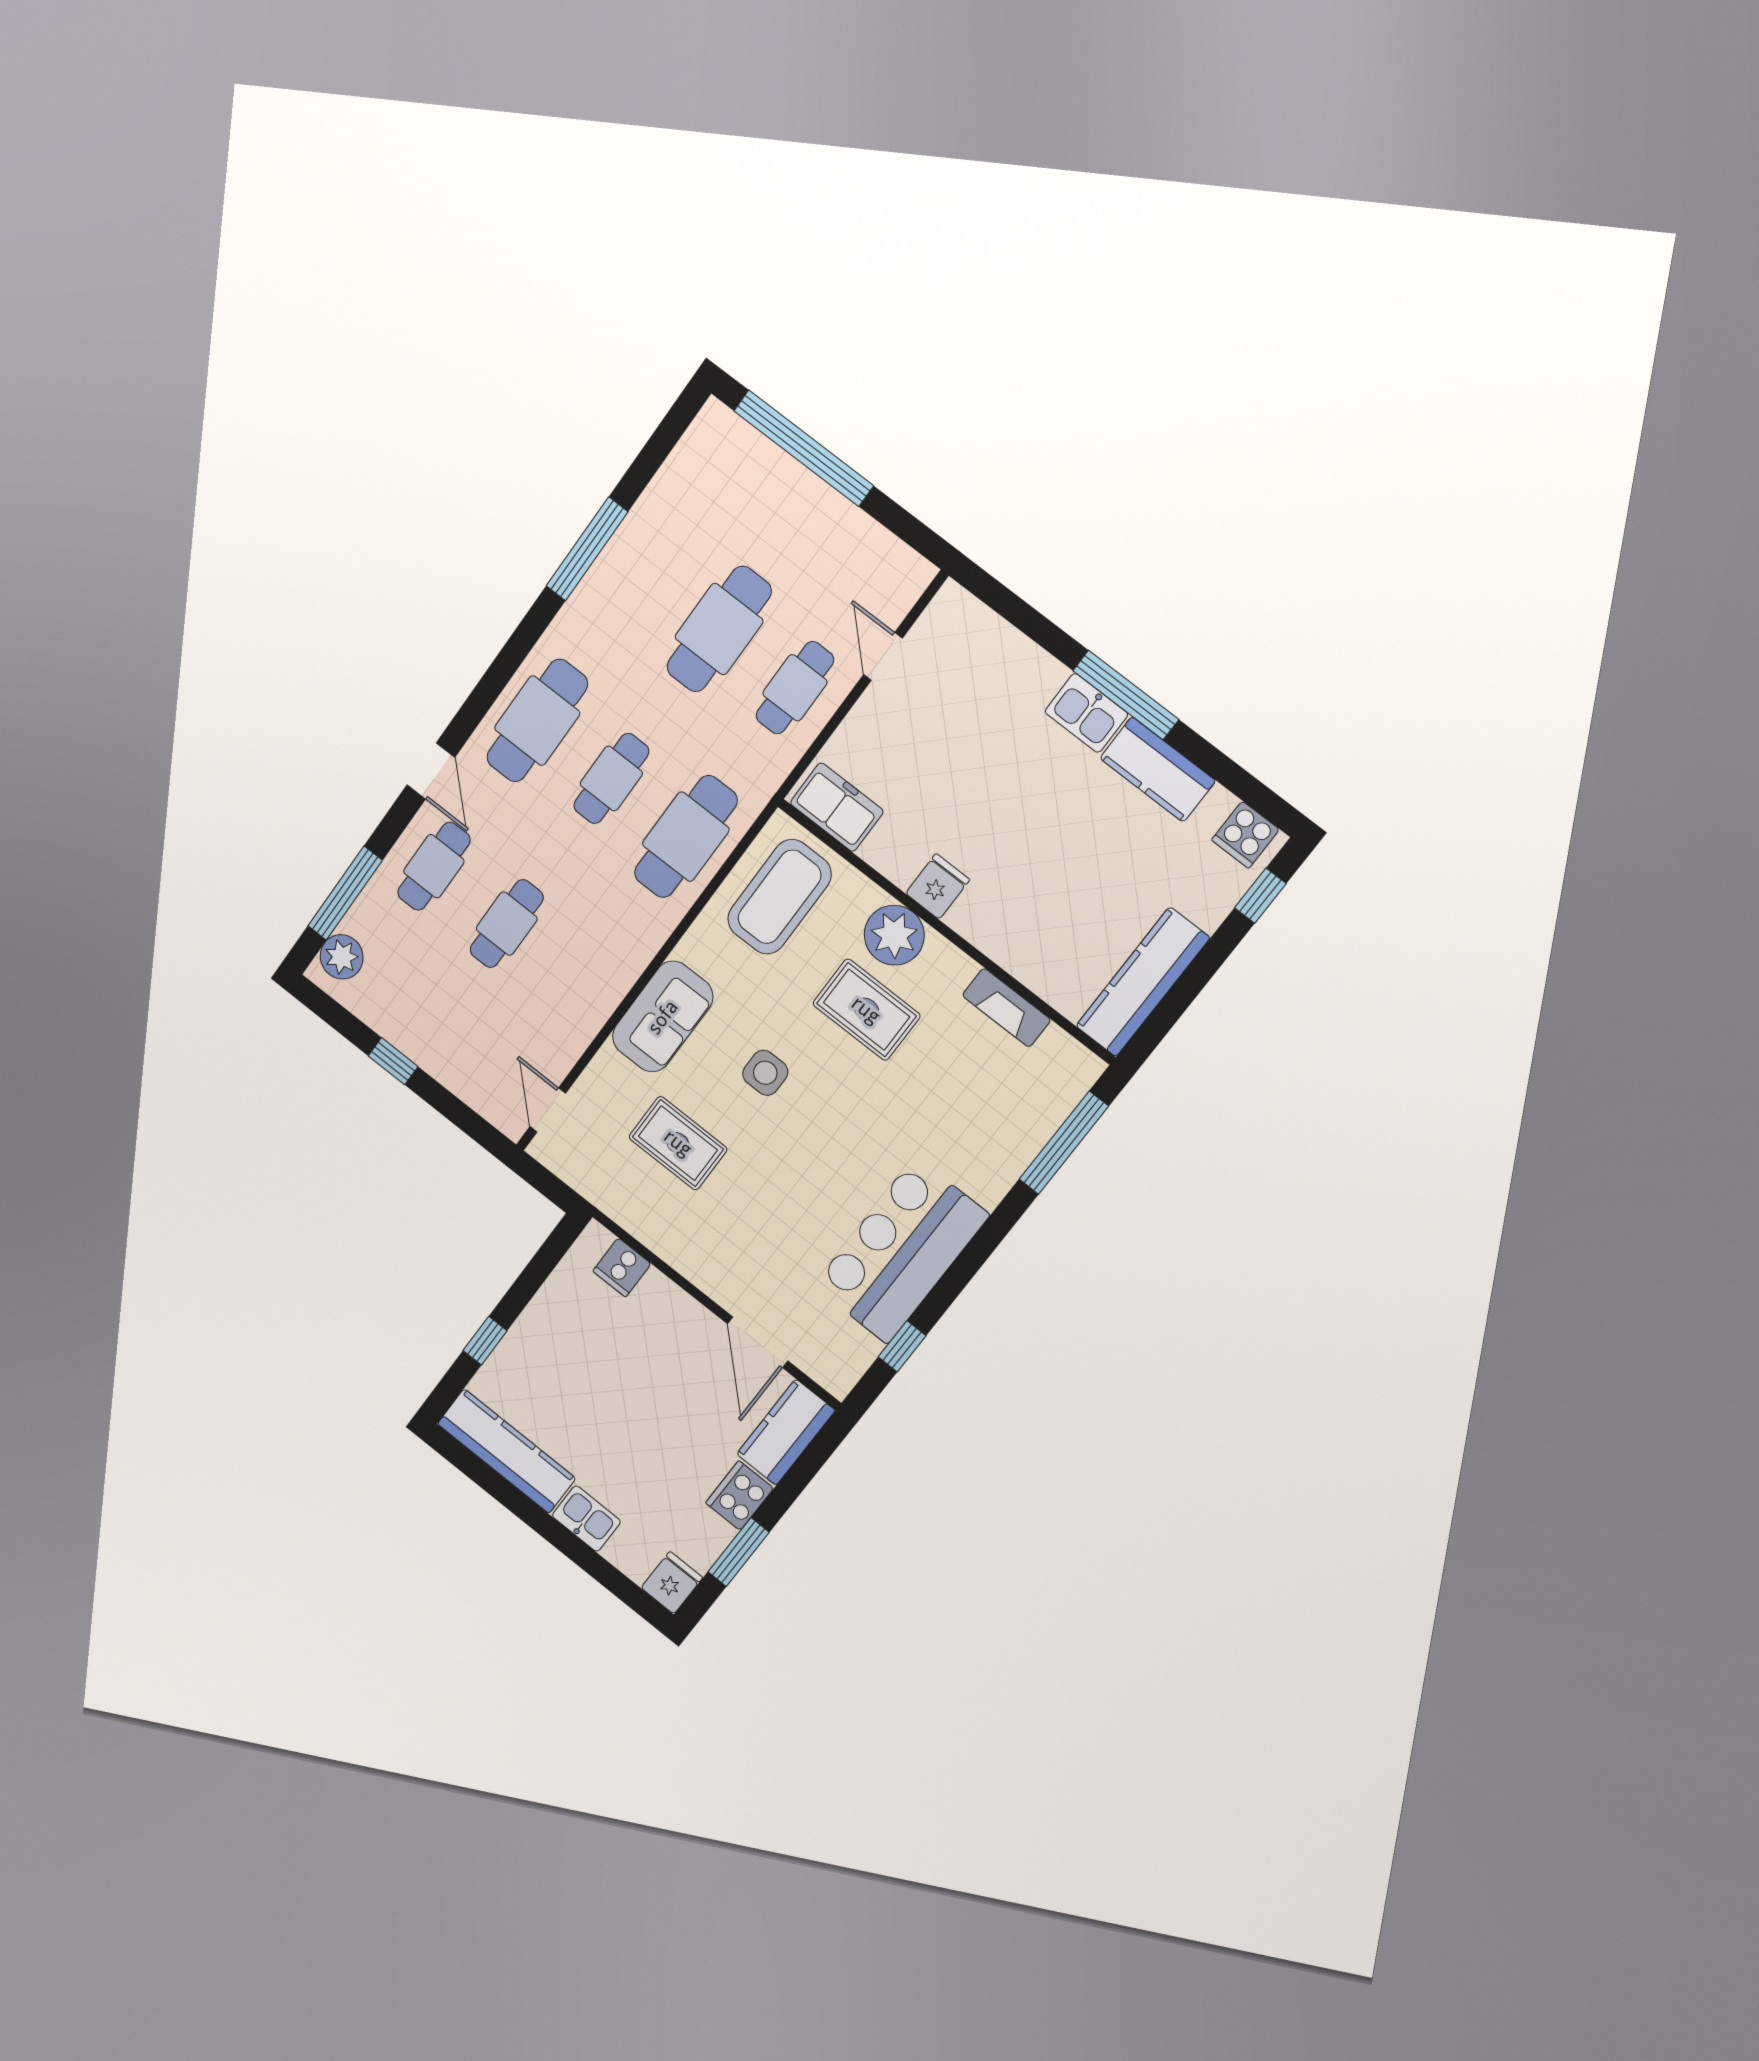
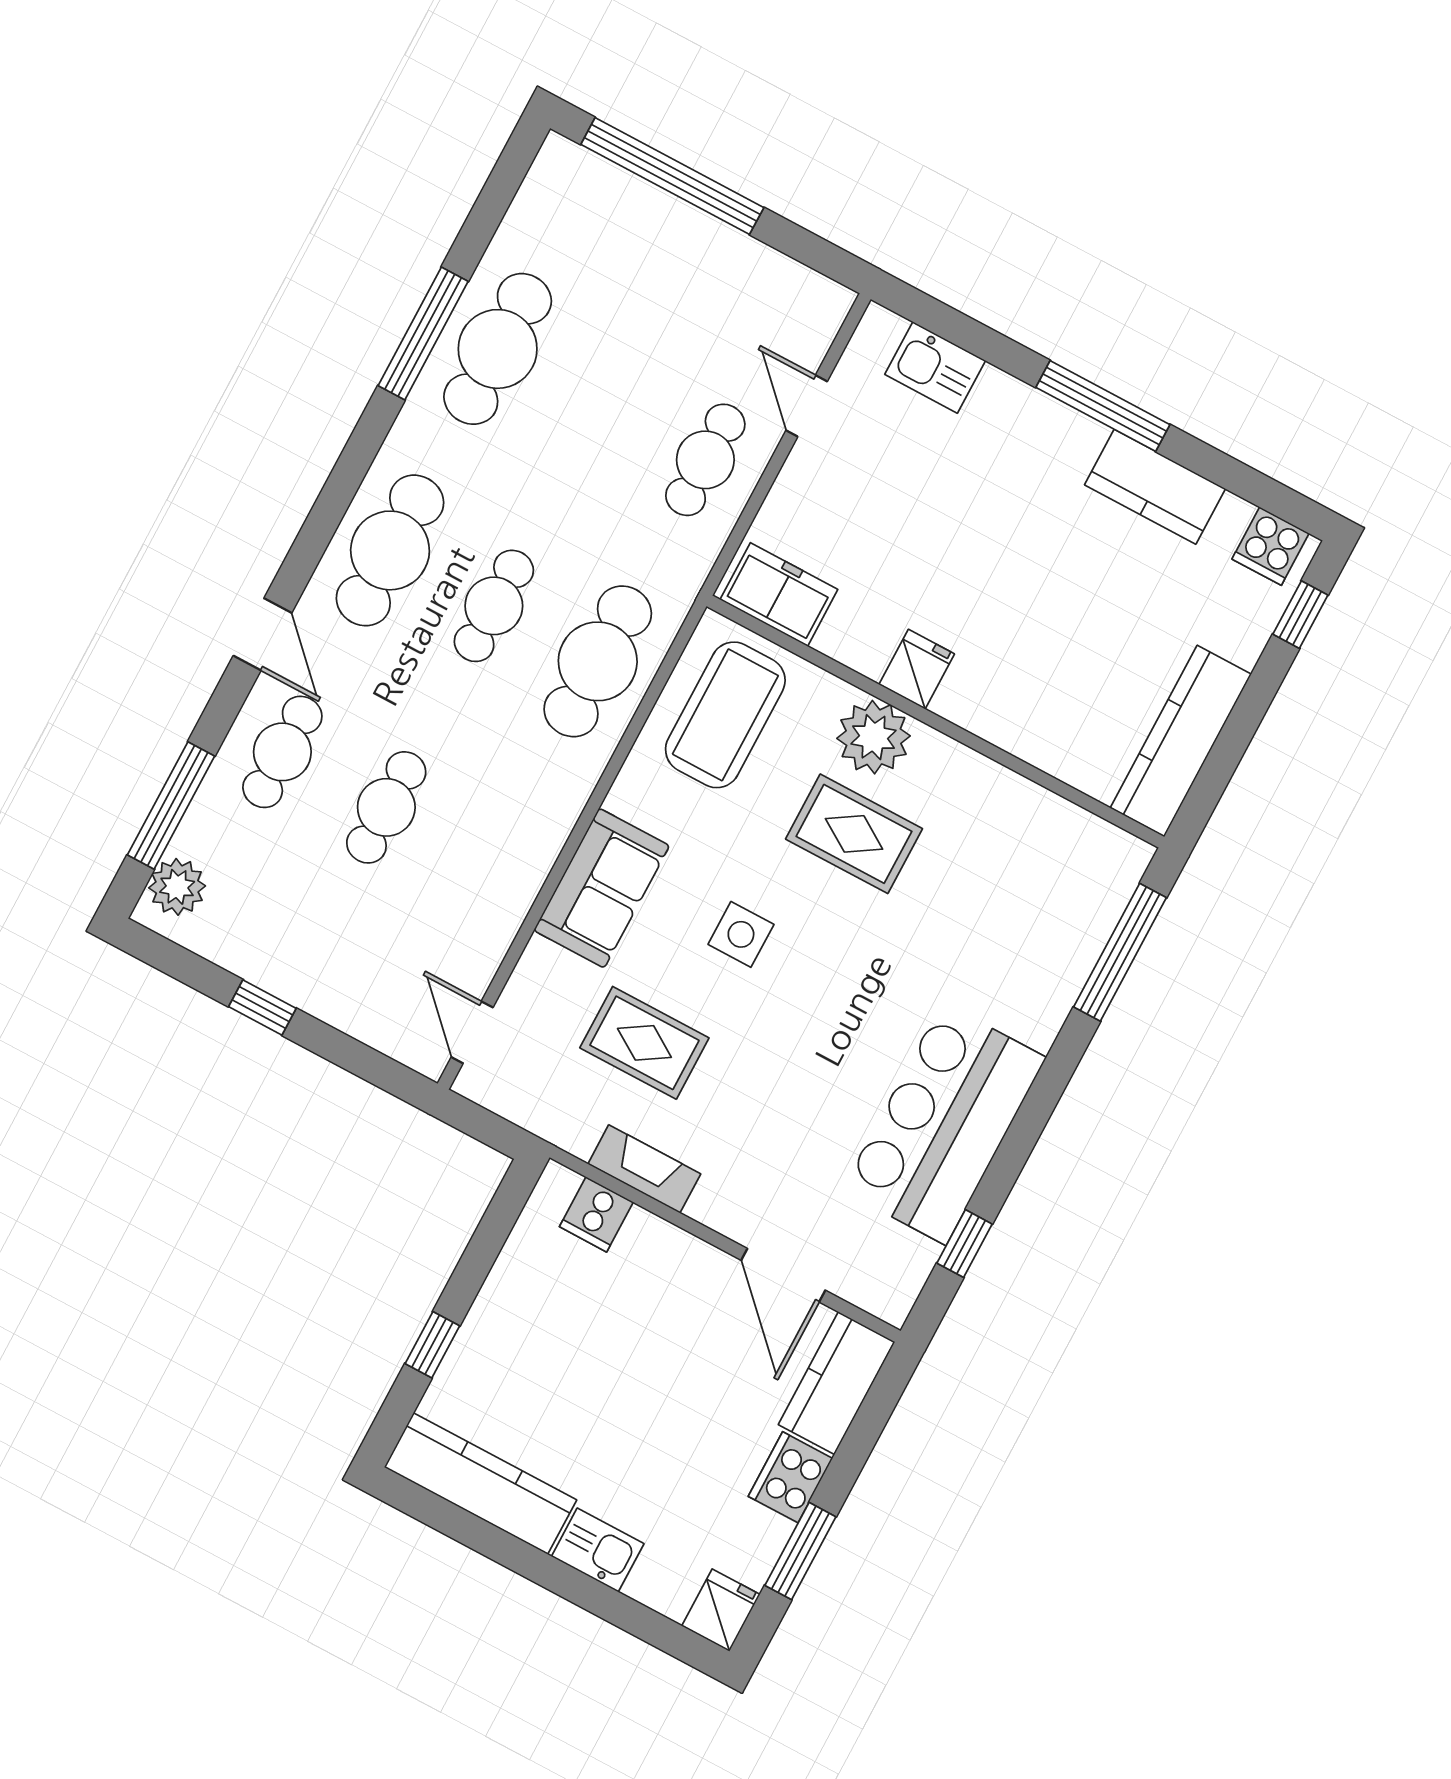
cafe table: (719, 629) -> (498, 349), moved
kitchen sink: (1086, 713) -> (935, 367), moved
fireplace: (1006, 1008) -> (644, 1169), moved, turned 180

